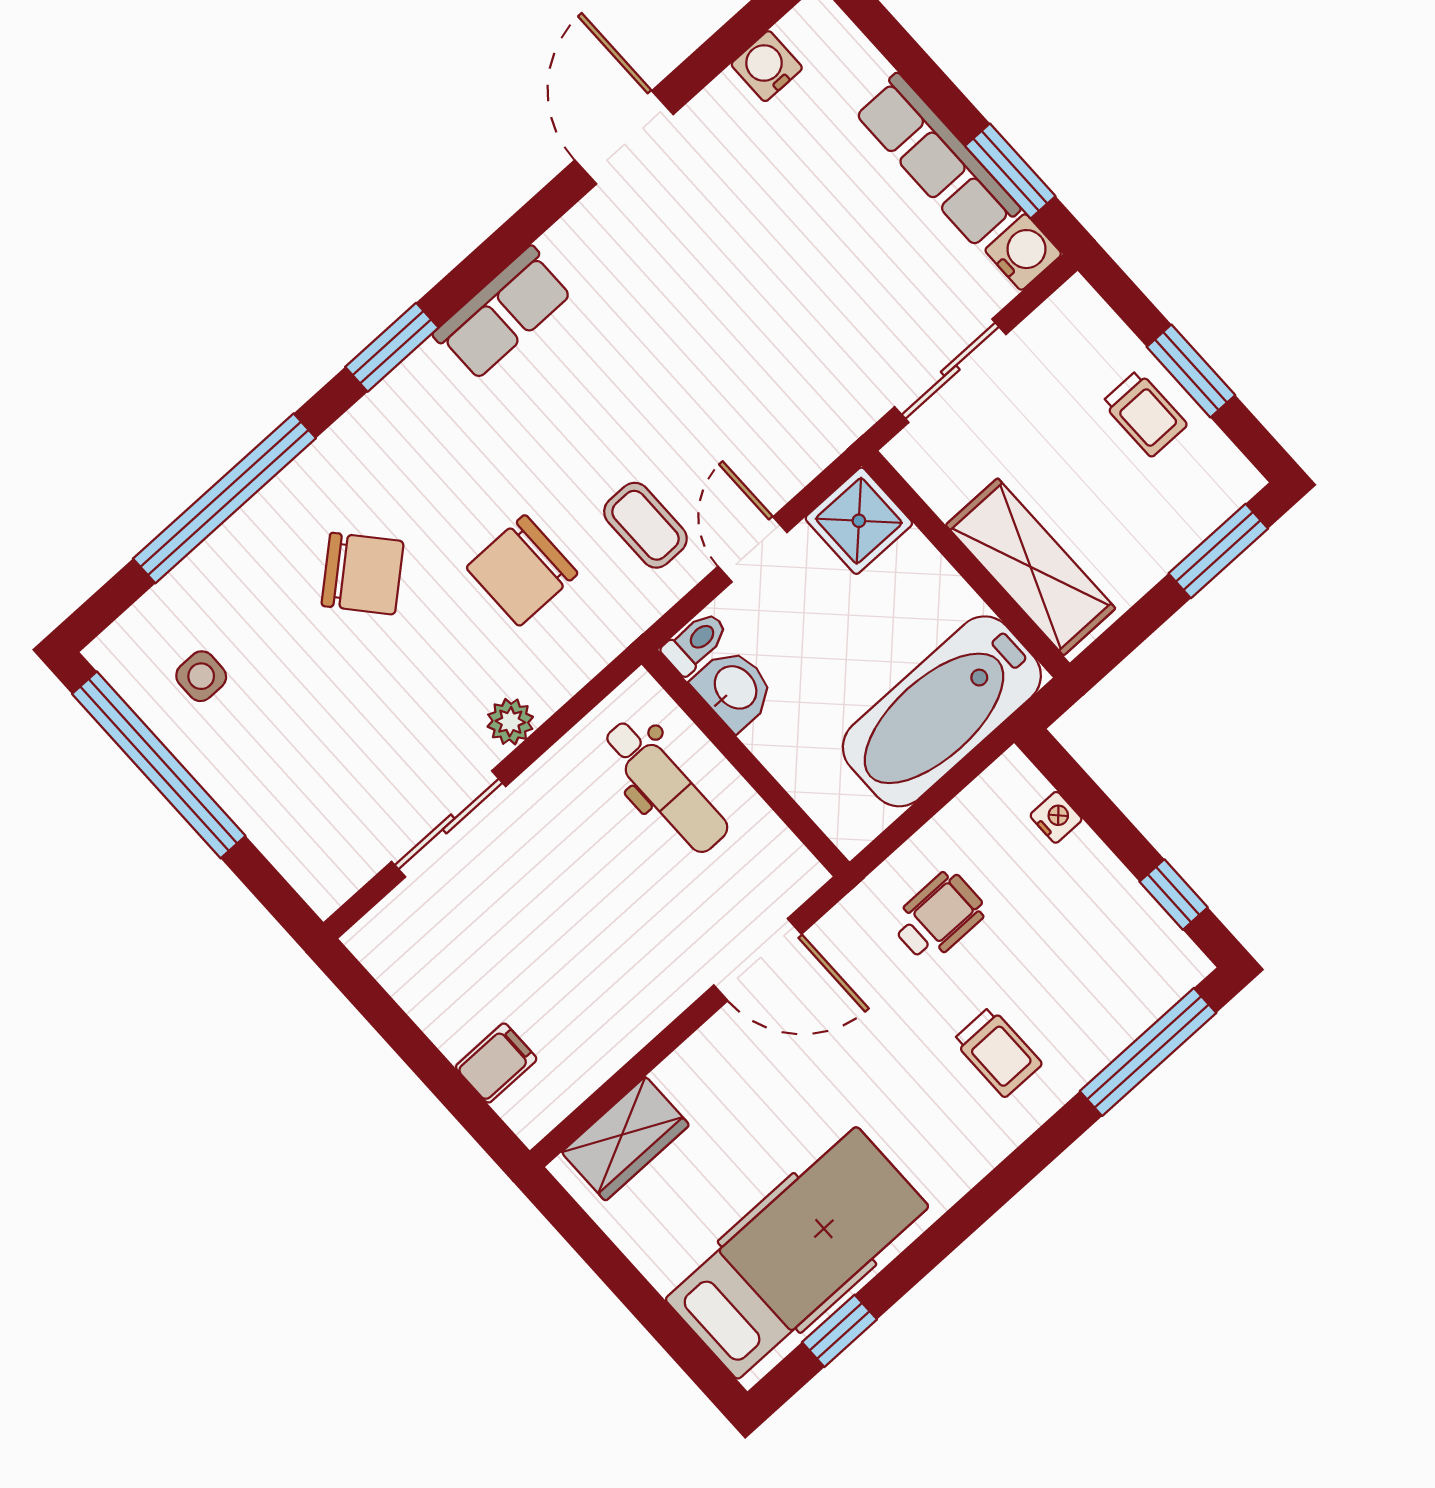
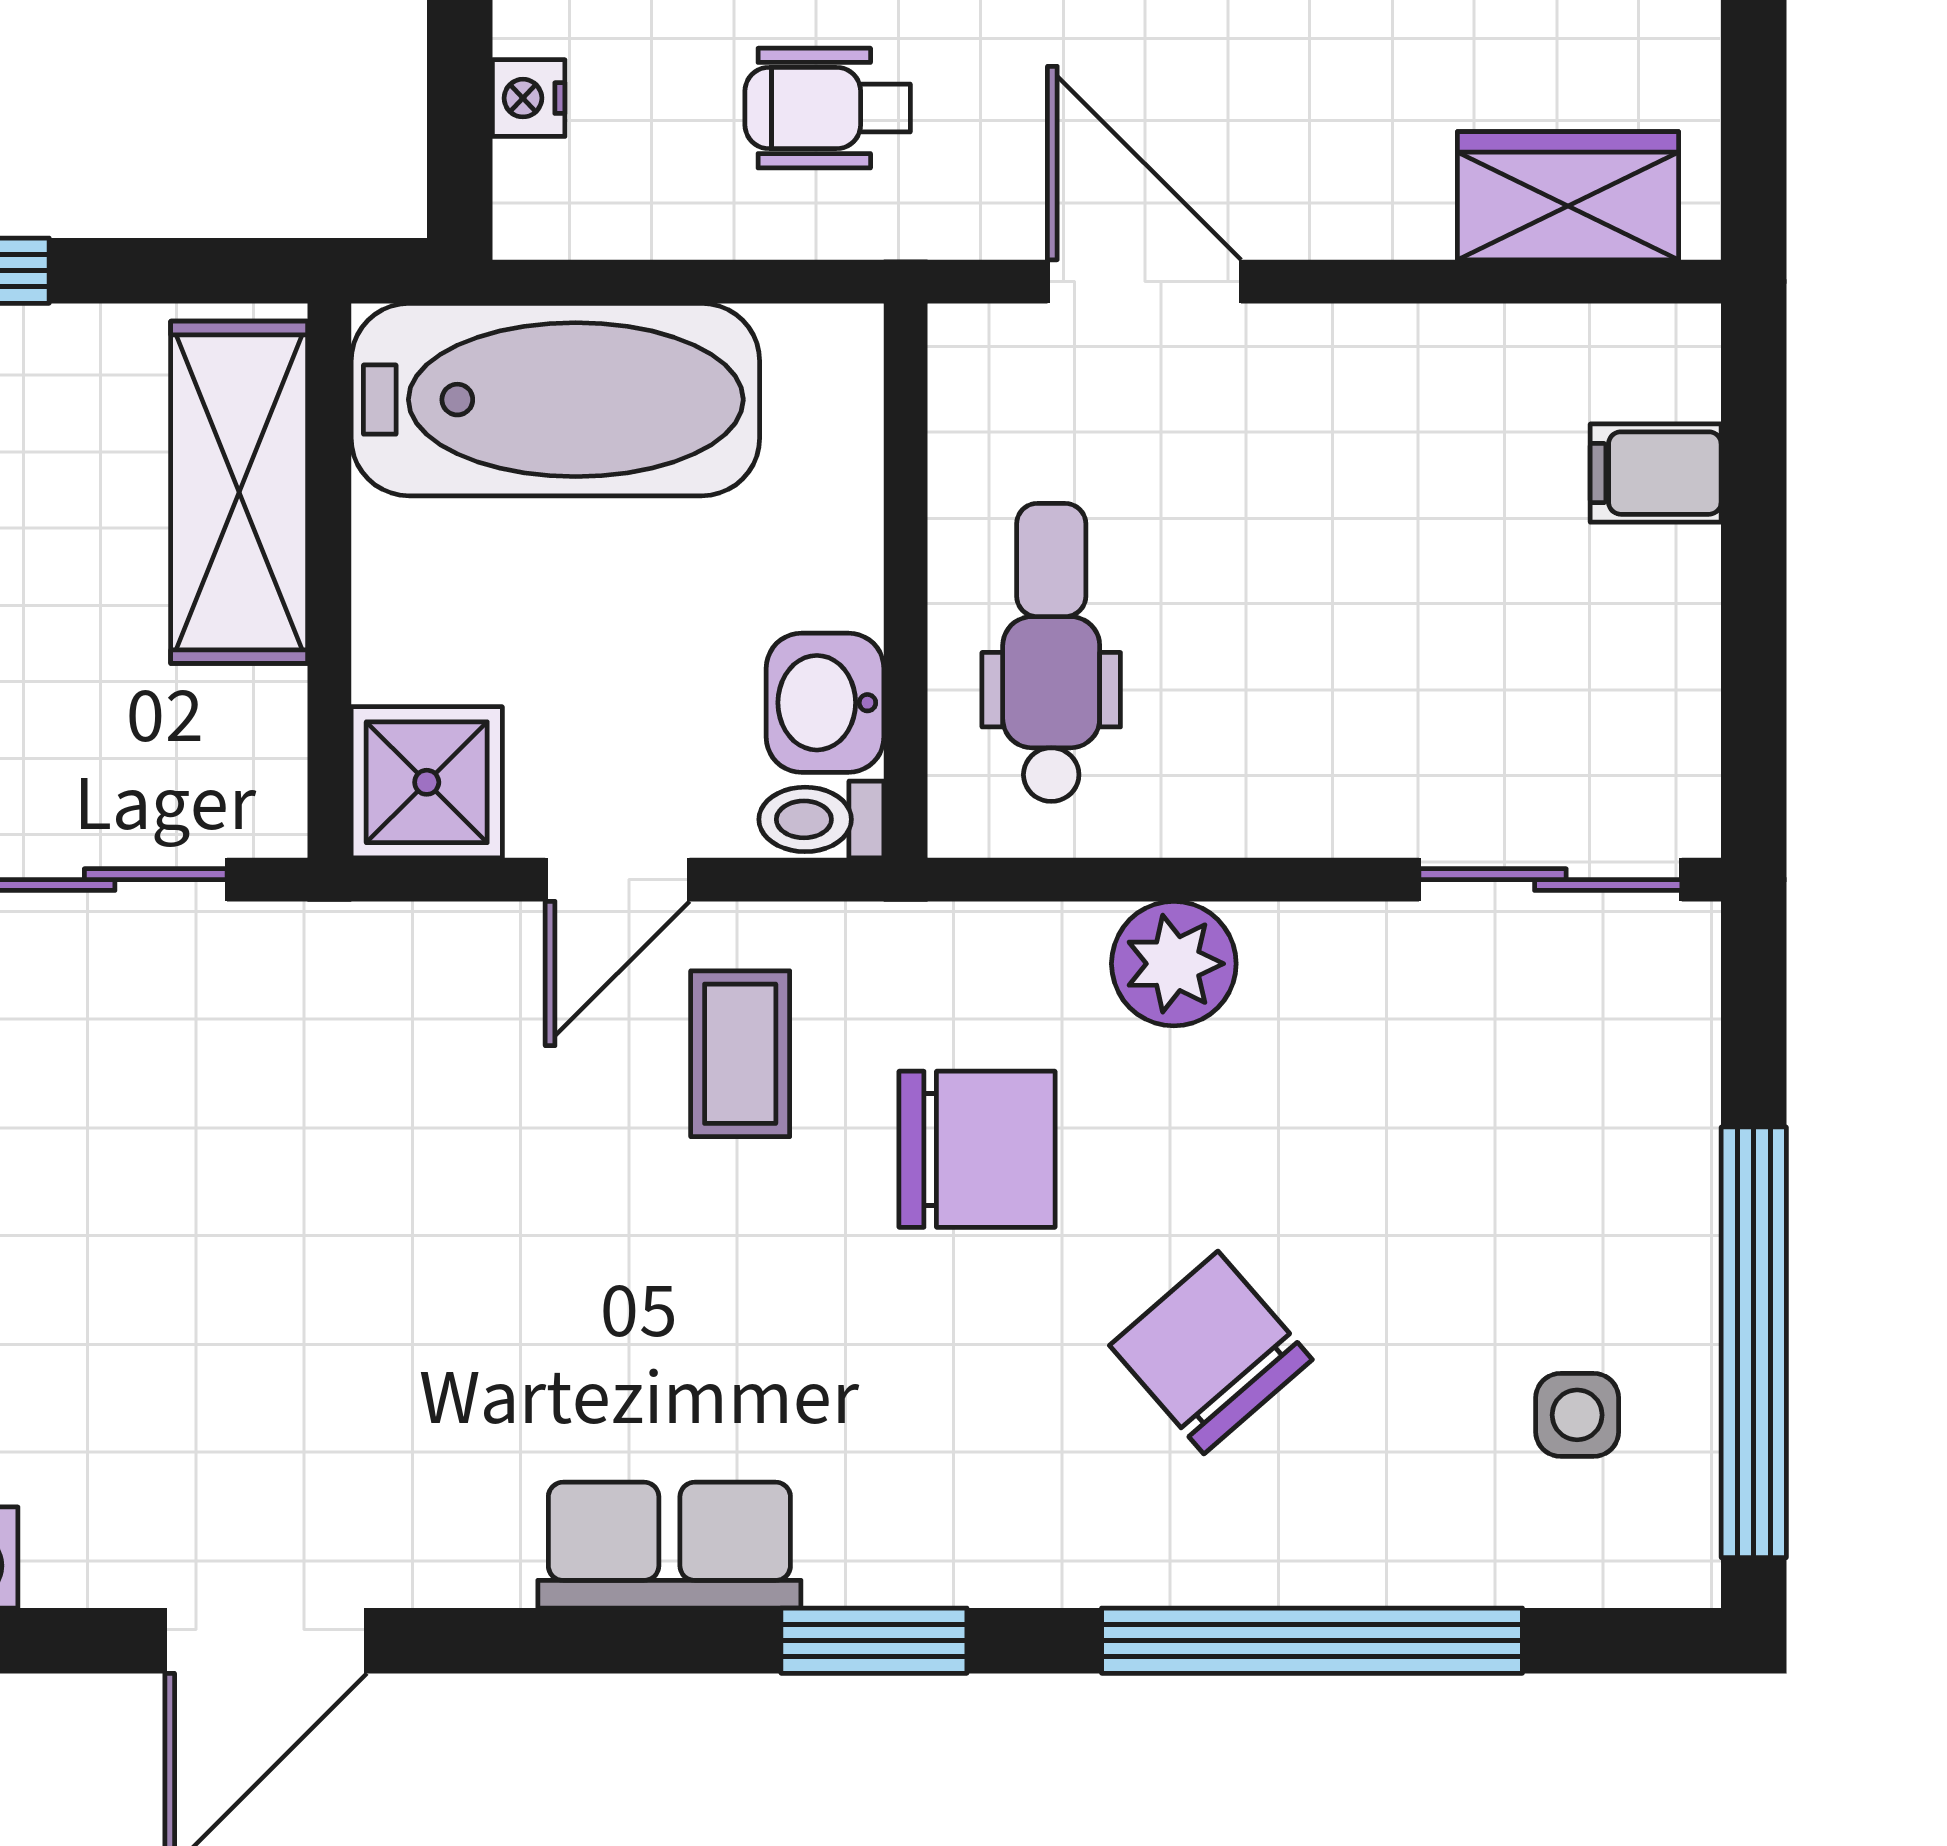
plant: (510, 722) -> (1174, 964), width x1.38, depth x1.38
sliding door: (449, 824) -> (1550, 880), moved

